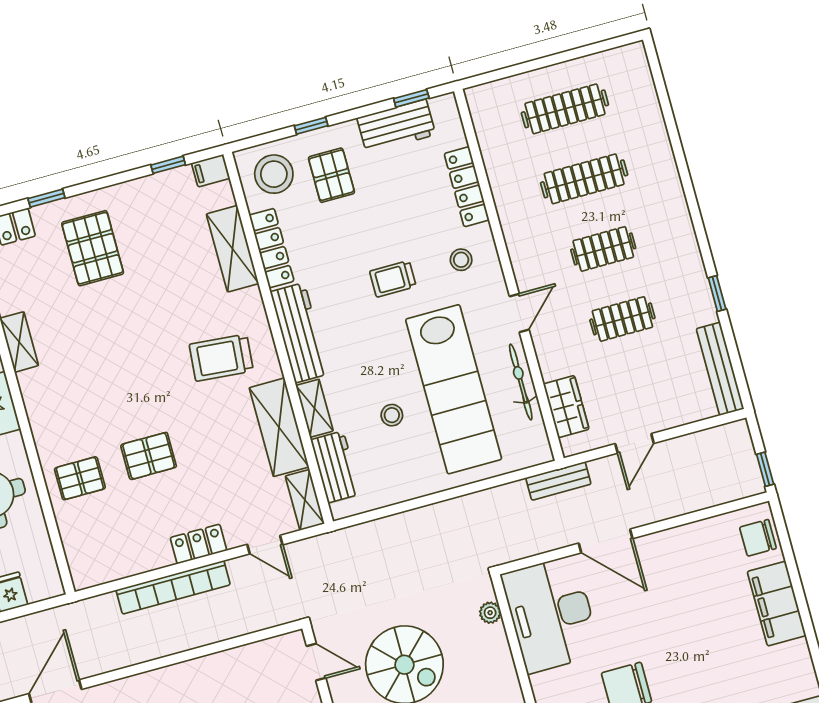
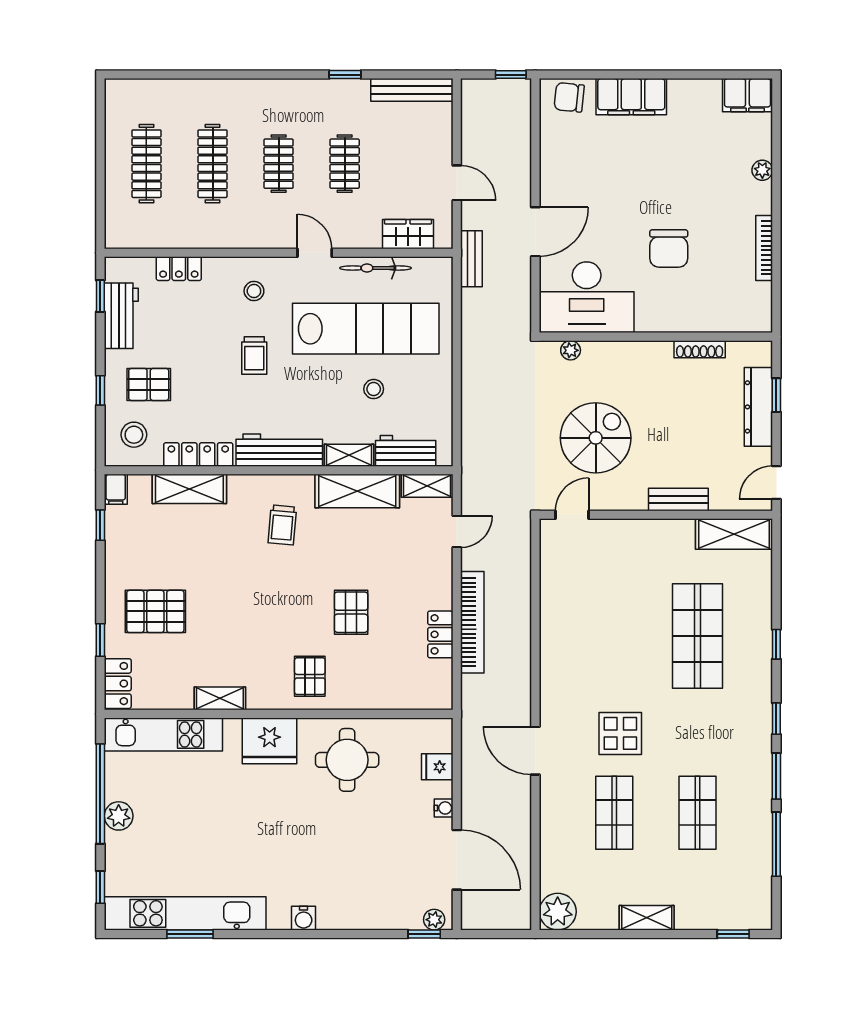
stool: (274, 174) -> (134, 435), width x0.73, depth x0.73
locker: (467, 187) -> (179, 269), width x0.66
trolley: (221, 358) -> (282, 525), width x0.73, depth x0.72
pallet: (80, 478) -> (310, 676), moved
chair: (758, 538) -> (569, 97), turned 96
locker: (198, 544) -> (440, 634), moved

